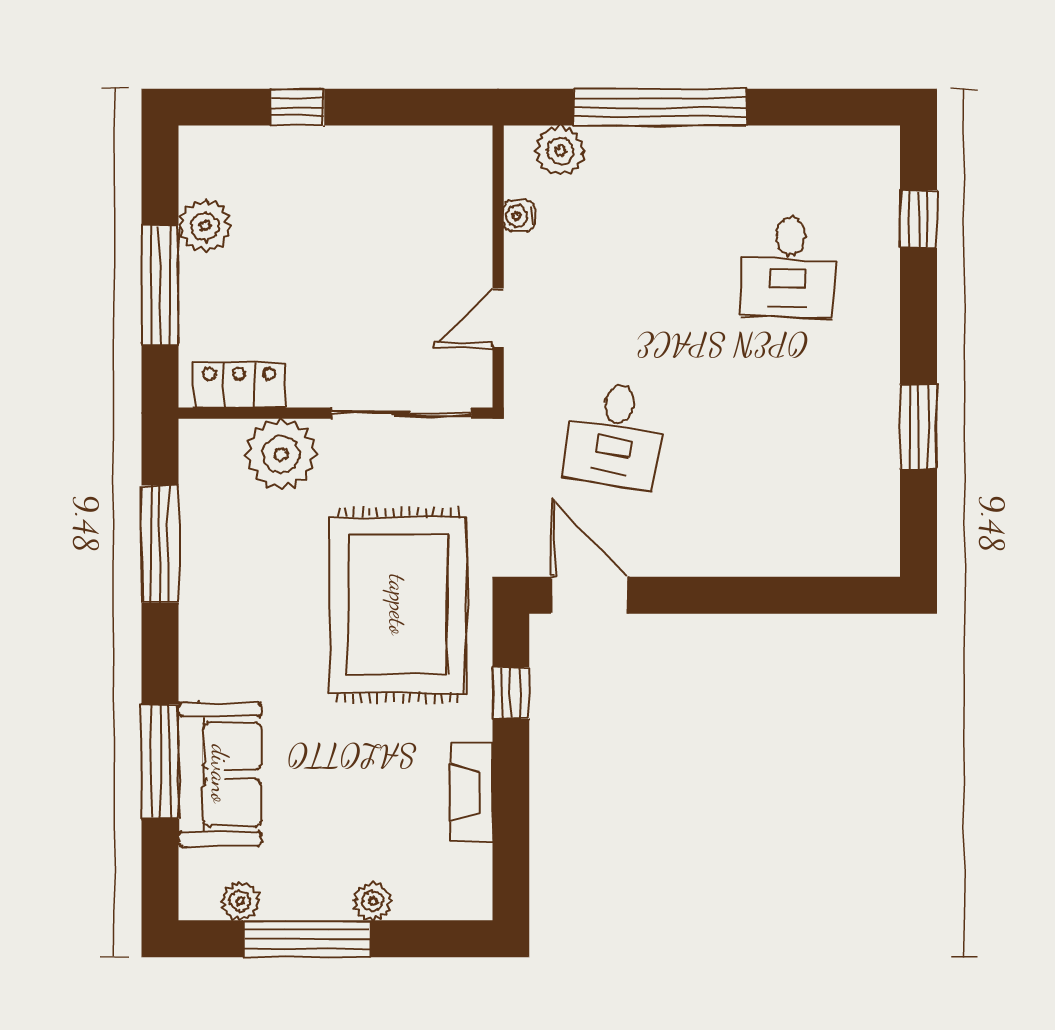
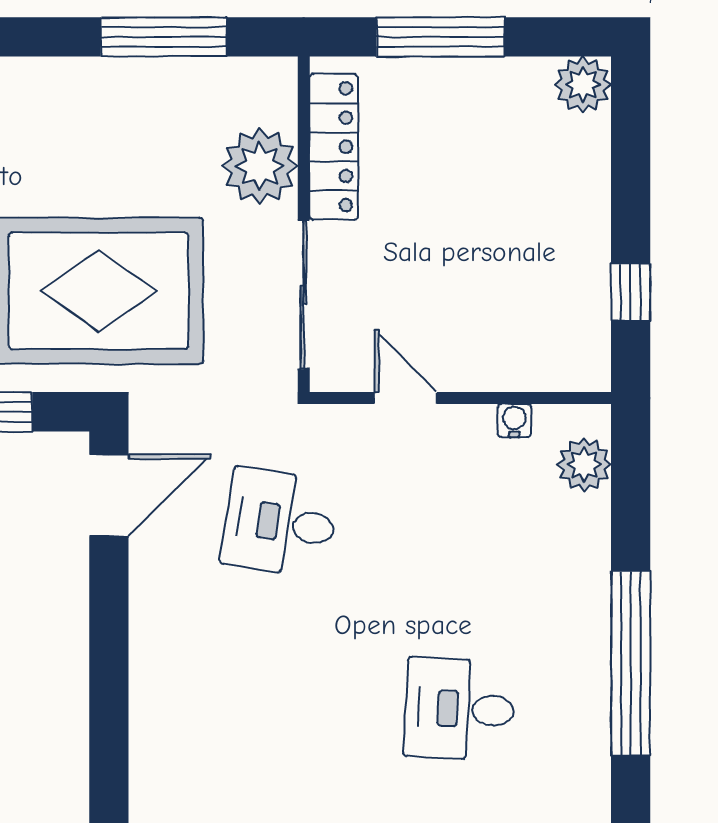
window: (297, 107) -> (631, 292), moved
window: (660, 107) -> (631, 663), moved
plant: (205, 226) -> (583, 85), moved
locker: (239, 385) -> (334, 147), width x1.53

